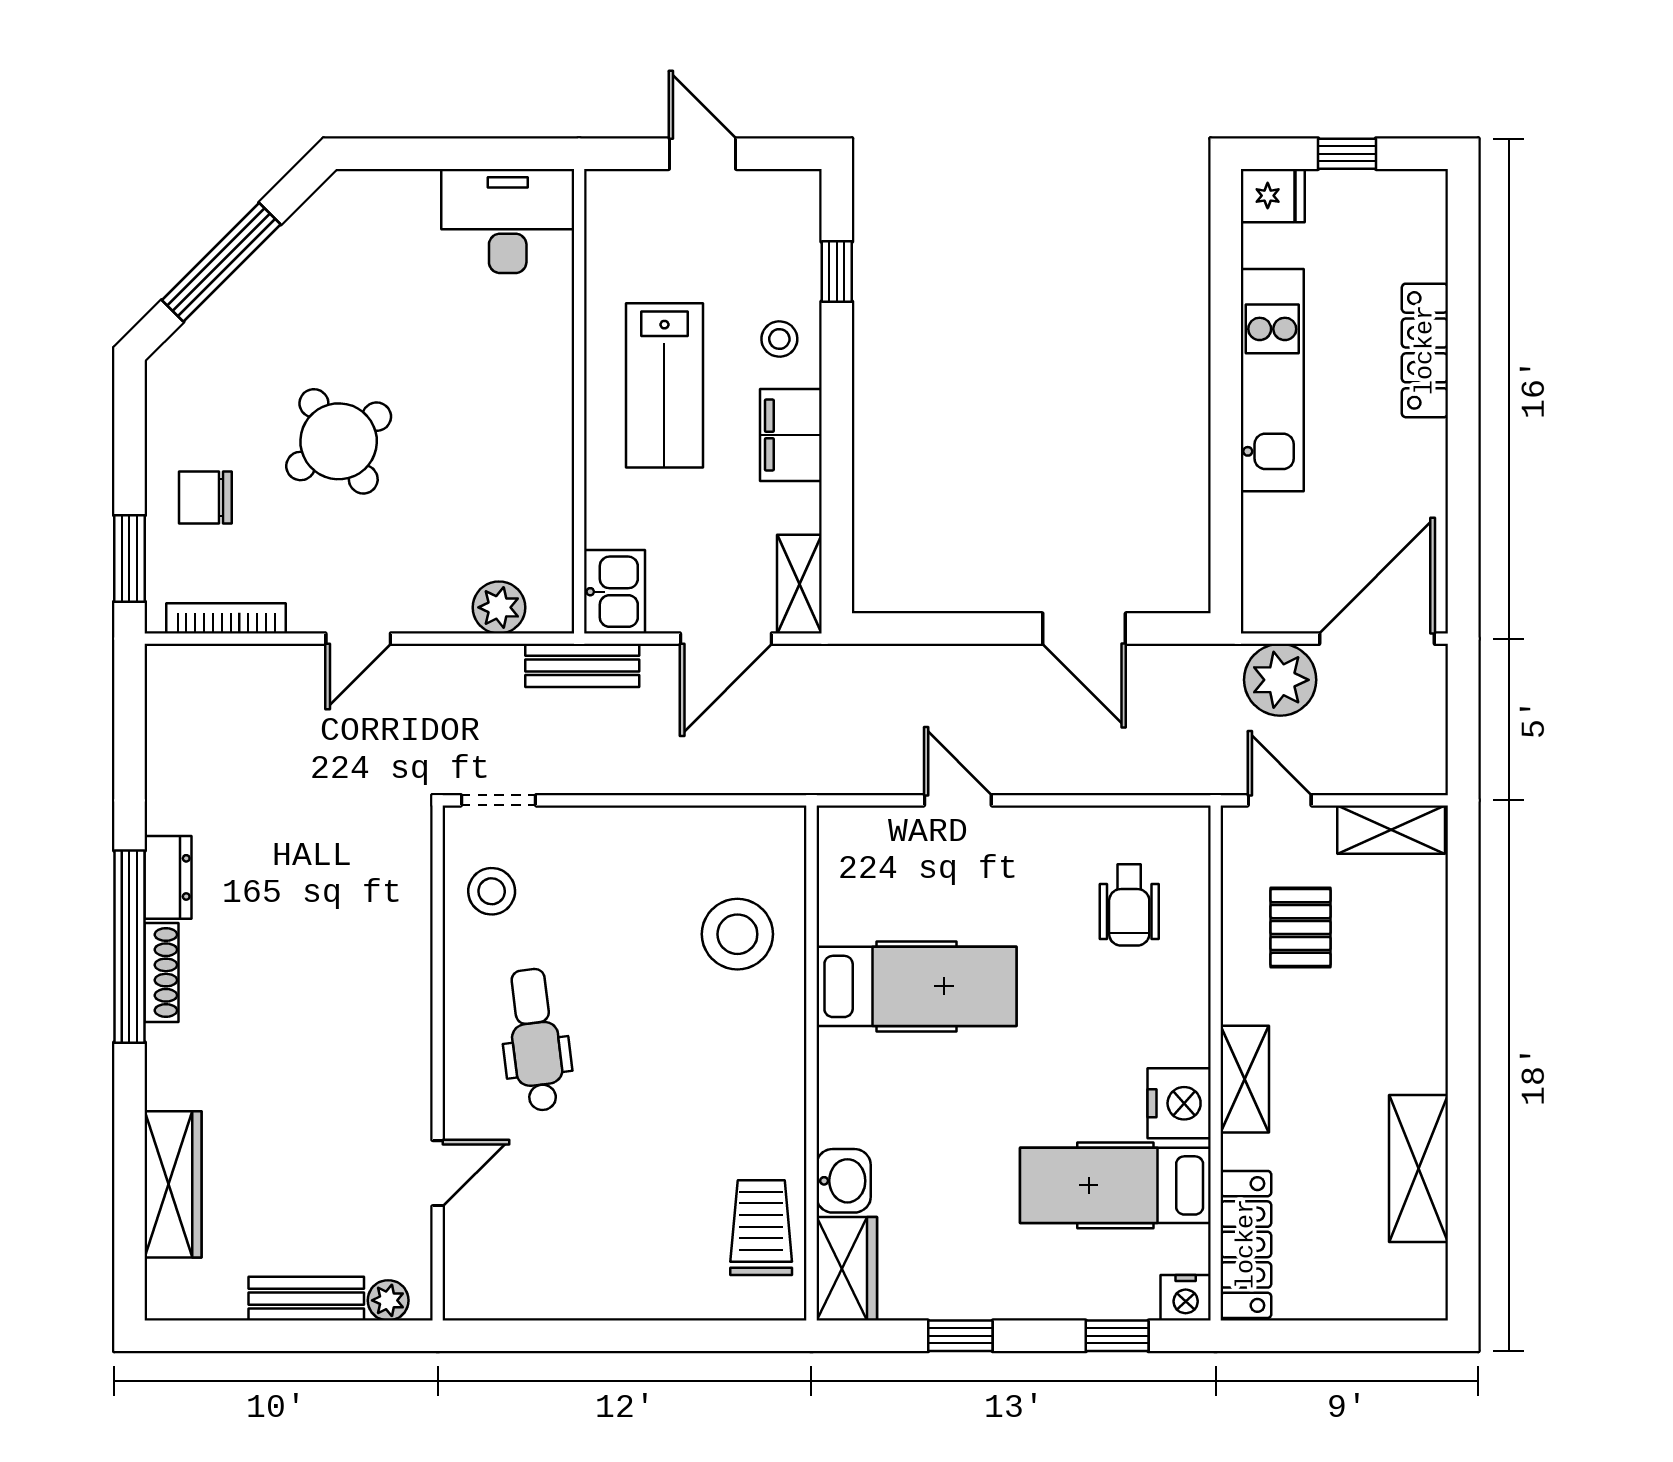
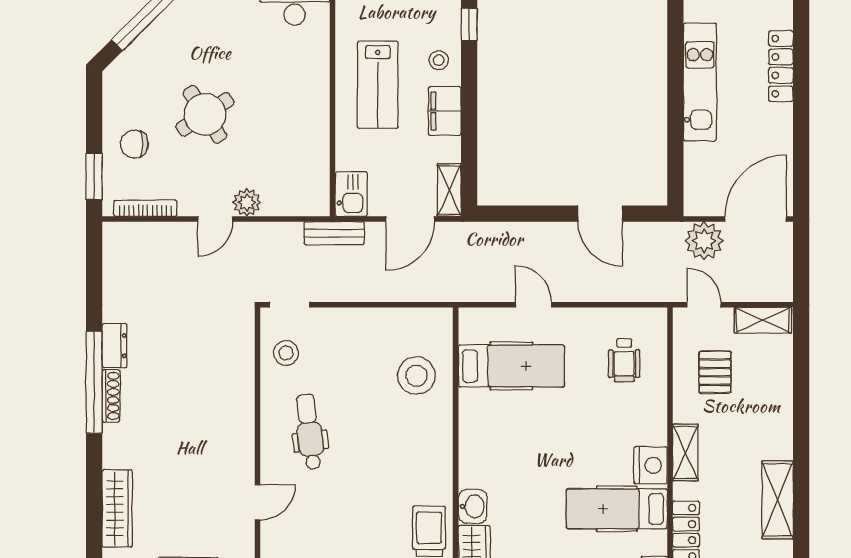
plant: (499, 607) -> (247, 202), moved
hospital bed: (917, 986) -> (511, 366), moved

